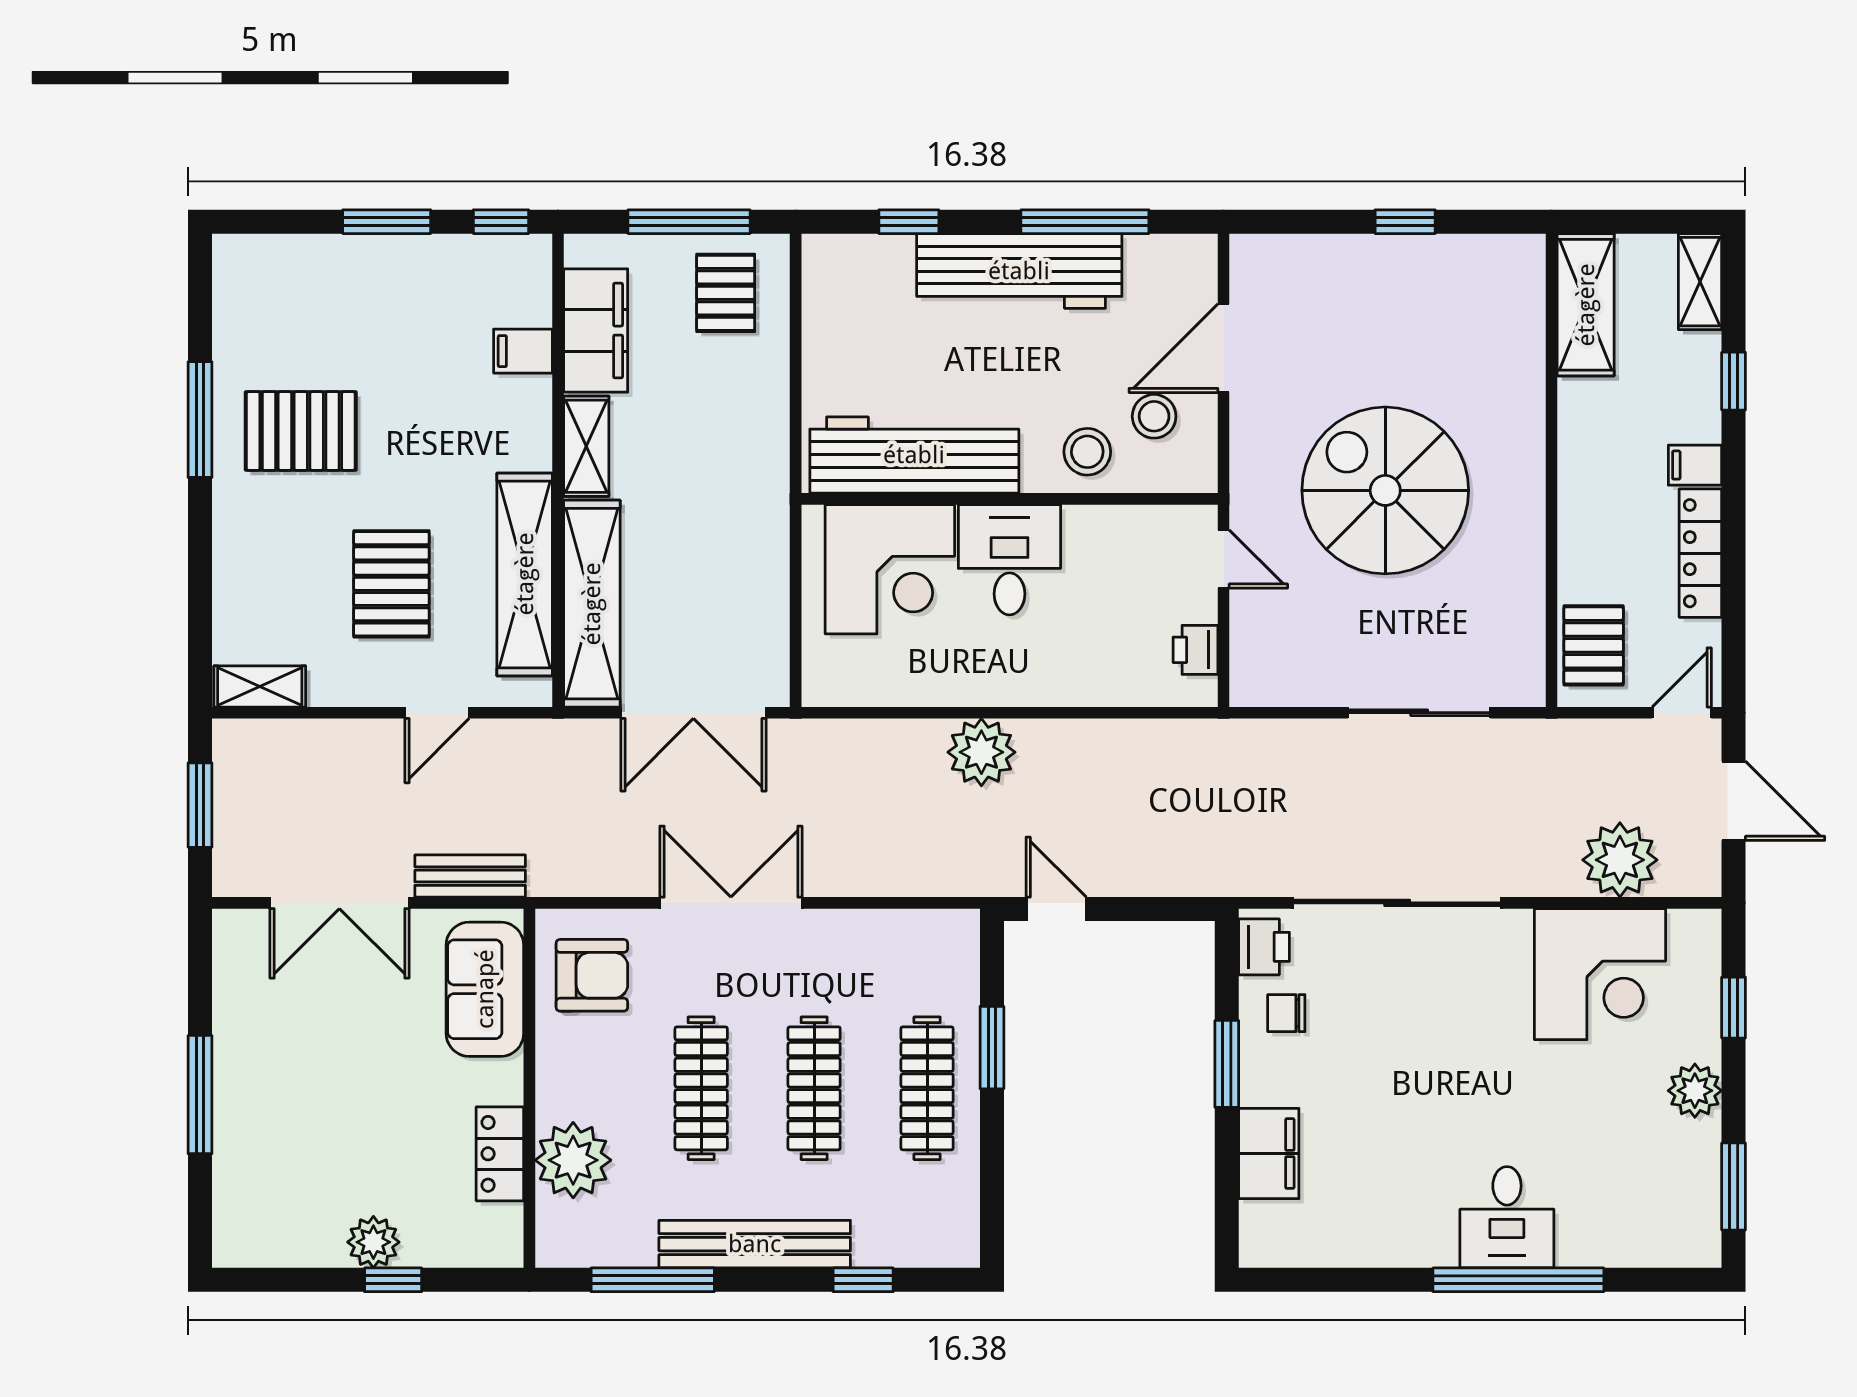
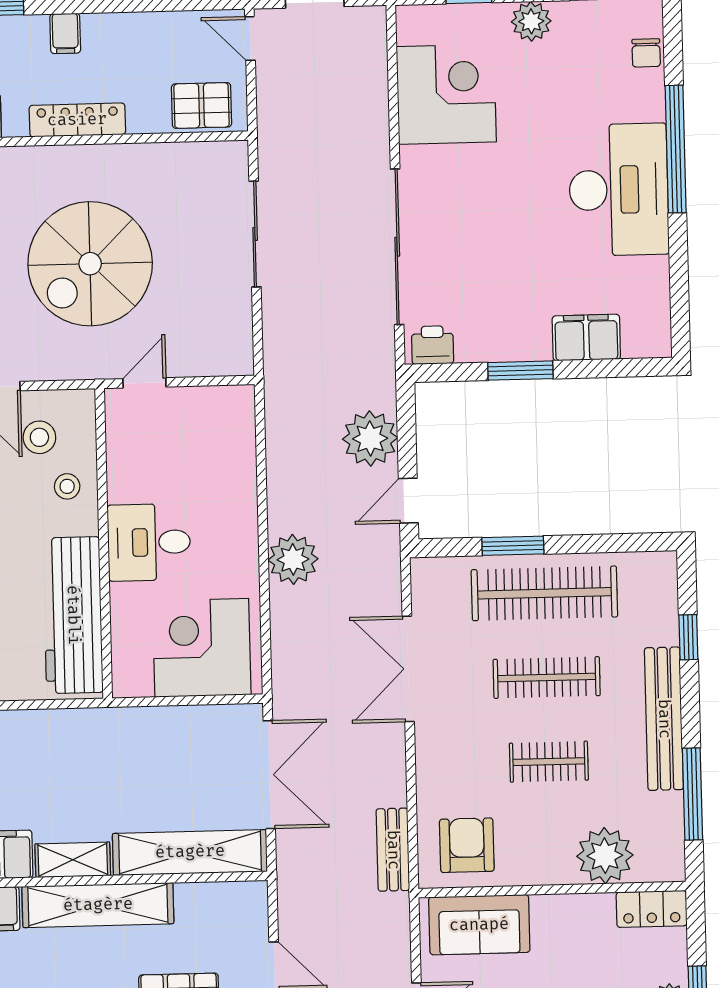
stool: (1087, 452) -> (67, 486), width x0.73, depth x0.73
locker: (1700, 553) -> (77, 120), moved, turned 180
corner desk: (890, 569) -> (202, 648), moved, turned -90
shelving: (525, 574) -> (98, 905), moved
printer: (1195, 650) -> (213, 402), removed
plant: (1620, 860) -> (370, 438), moved
bench: (470, 876) -> (393, 850), moved
double door: (731, 903) -> (408, 669), moved
chair: (1286, 1013) -> (646, 53), moved
clothes rail: (701, 1088) -> (549, 762), width x0.73
clothes rail: (927, 1088) -> (544, 593), width x1.37, depth x1.31
locker: (500, 1154) -> (652, 909), moved
desk: (1507, 1217) -> (619, 190), width x1.87, depth x1.30

